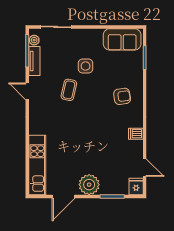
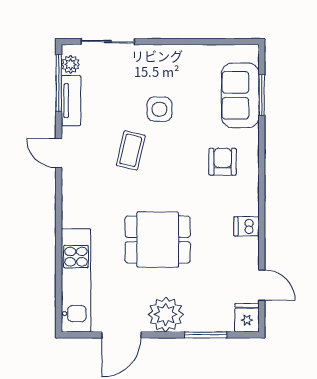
sofa: (122, 39) -> (240, 95), moved, turned 90
armchair: (122, 96) -> (223, 162), turned -82
dining table: (84, 141) -> (158, 240), added

